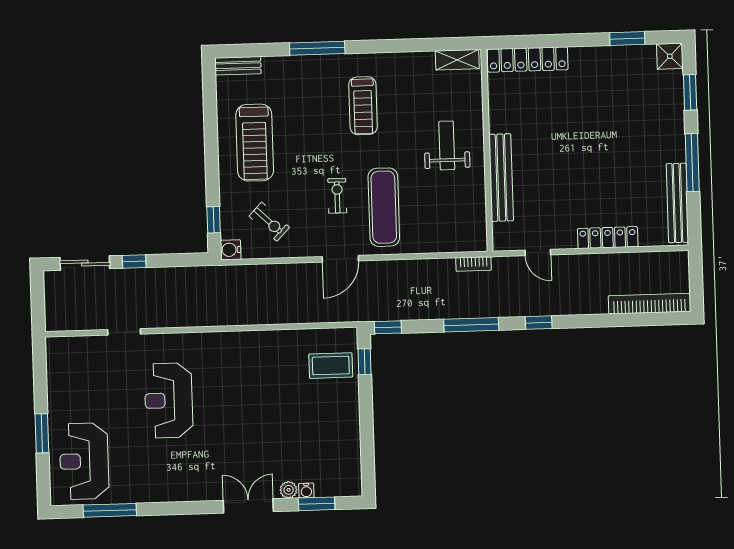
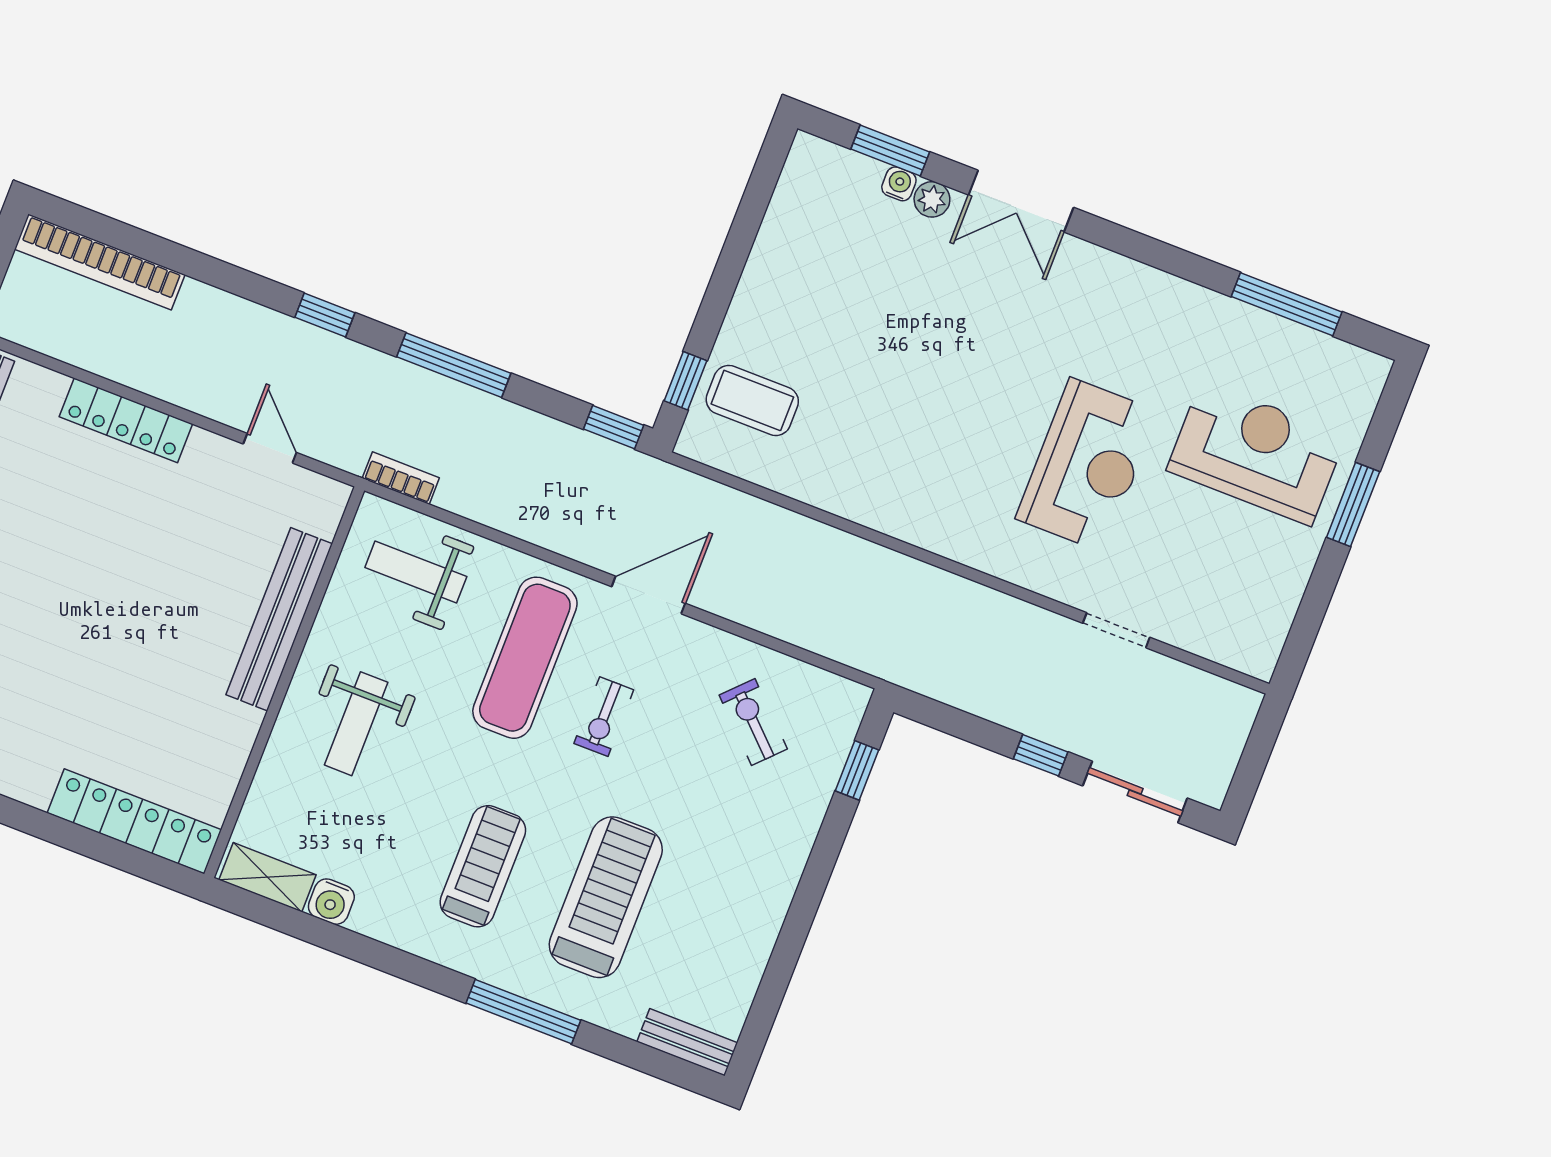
treadmill: (255, 143) -> (606, 897), moved
weight bench: (449, 225) -> (416, 572), added
water cooler: (231, 250) -> (331, 902), moved, turned 90
reception desk: (84, 461) -> (1256, 453), moved, turned -90

